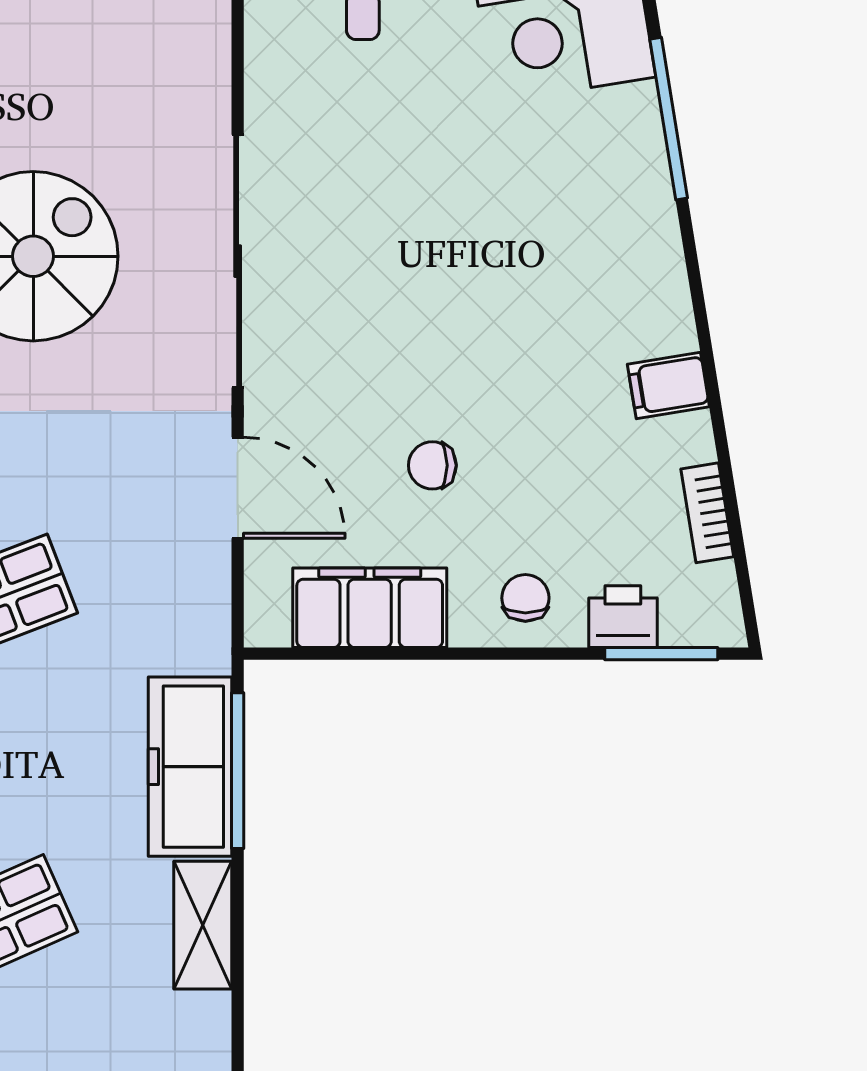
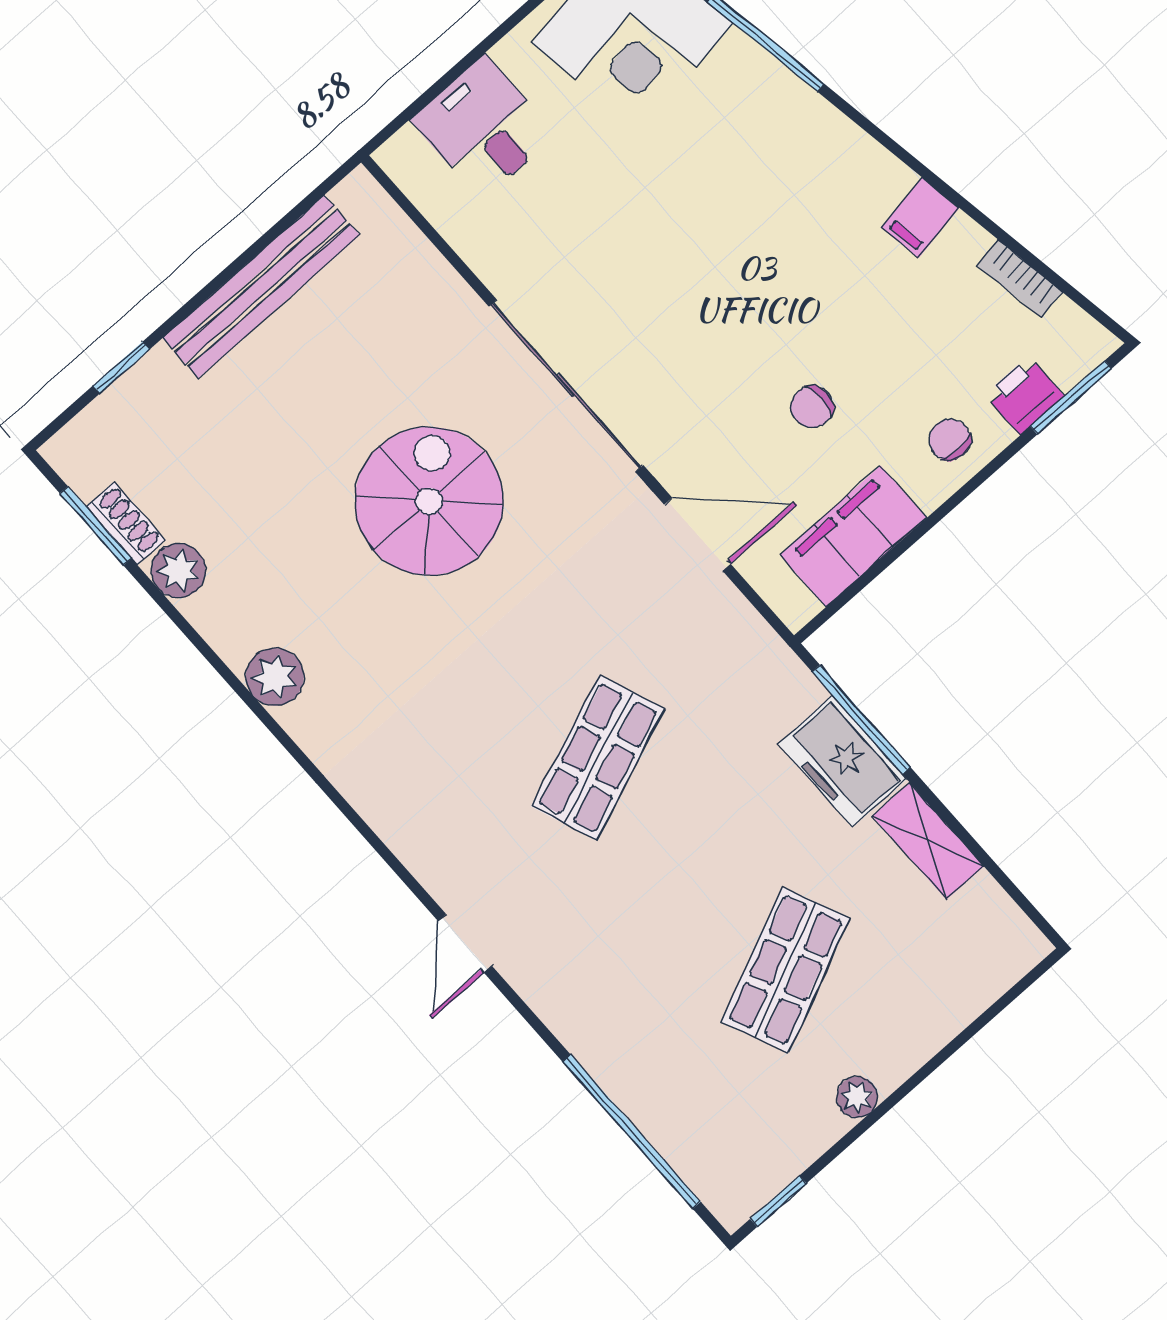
freezer: (190, 767) -> (843, 761), width x0.71

